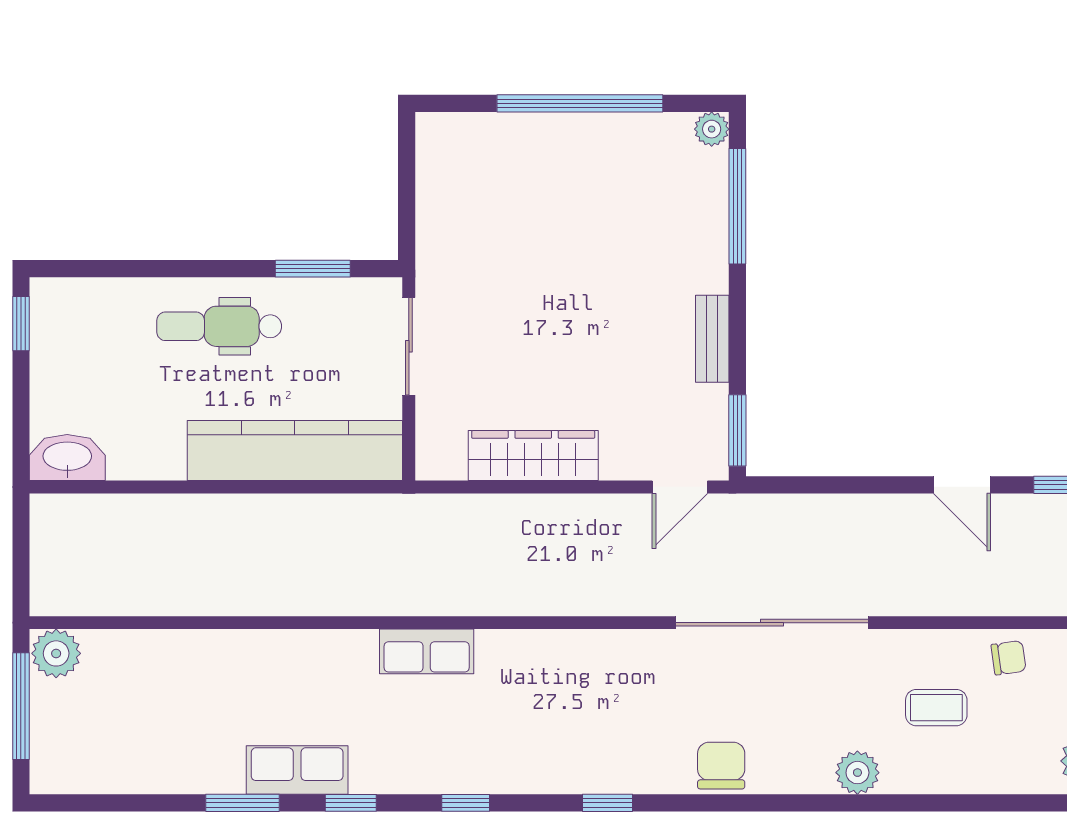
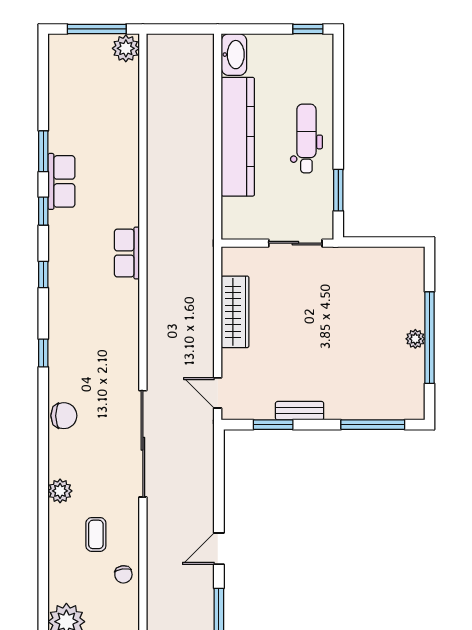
plant: (712, 129) -> (415, 339), moved
window: (737, 430) -> (273, 425), moved
kitchen counter: (295, 450) -> (238, 137), moved

